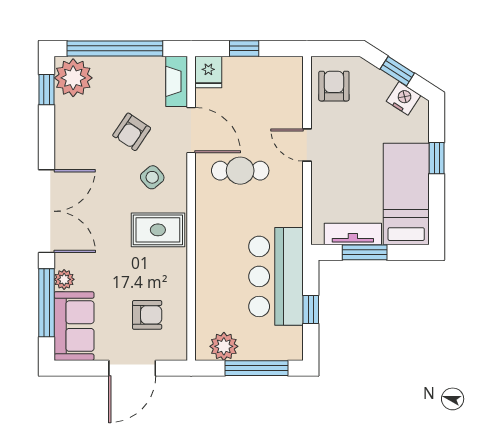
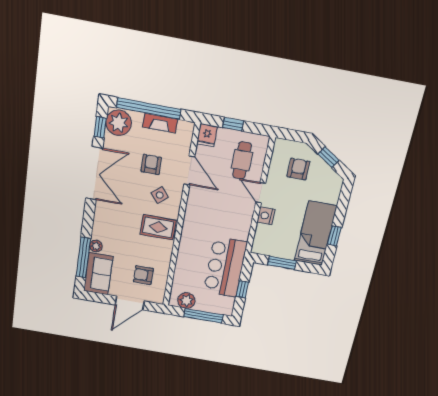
fireplace: (177, 81) -> (160, 123), moved, turned -90
armchair: (334, 86) -> (298, 169), moved
nightstand: (403, 98) -> (266, 216), moved, turned -123
armchair: (132, 132) -> (151, 164), turned 146
window: (437, 158) -> (334, 236), moved
cafe table: (240, 171) -> (242, 160), moved, turned 90
double door: (46, 211) -> (94, 173), moved
tv unit: (353, 234) -> (277, 251), removed
armchair: (147, 315) -> (143, 275), turned 180

